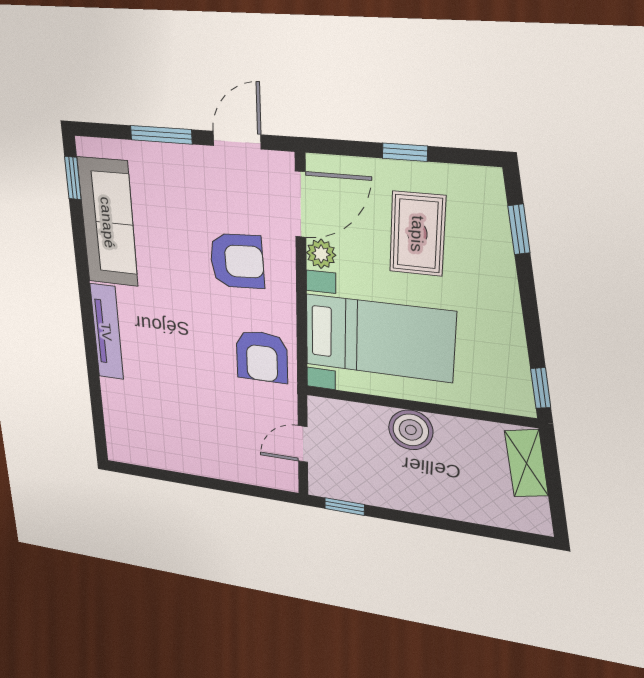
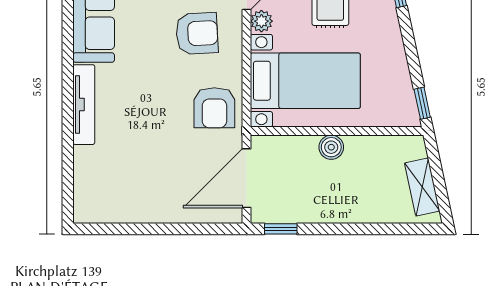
boiler: (411, 430) -> (331, 147), width x0.73, depth x0.73
door: (303, 444) -> (246, 178), width x1.88
shelving: (526, 464) -> (422, 187), moved

